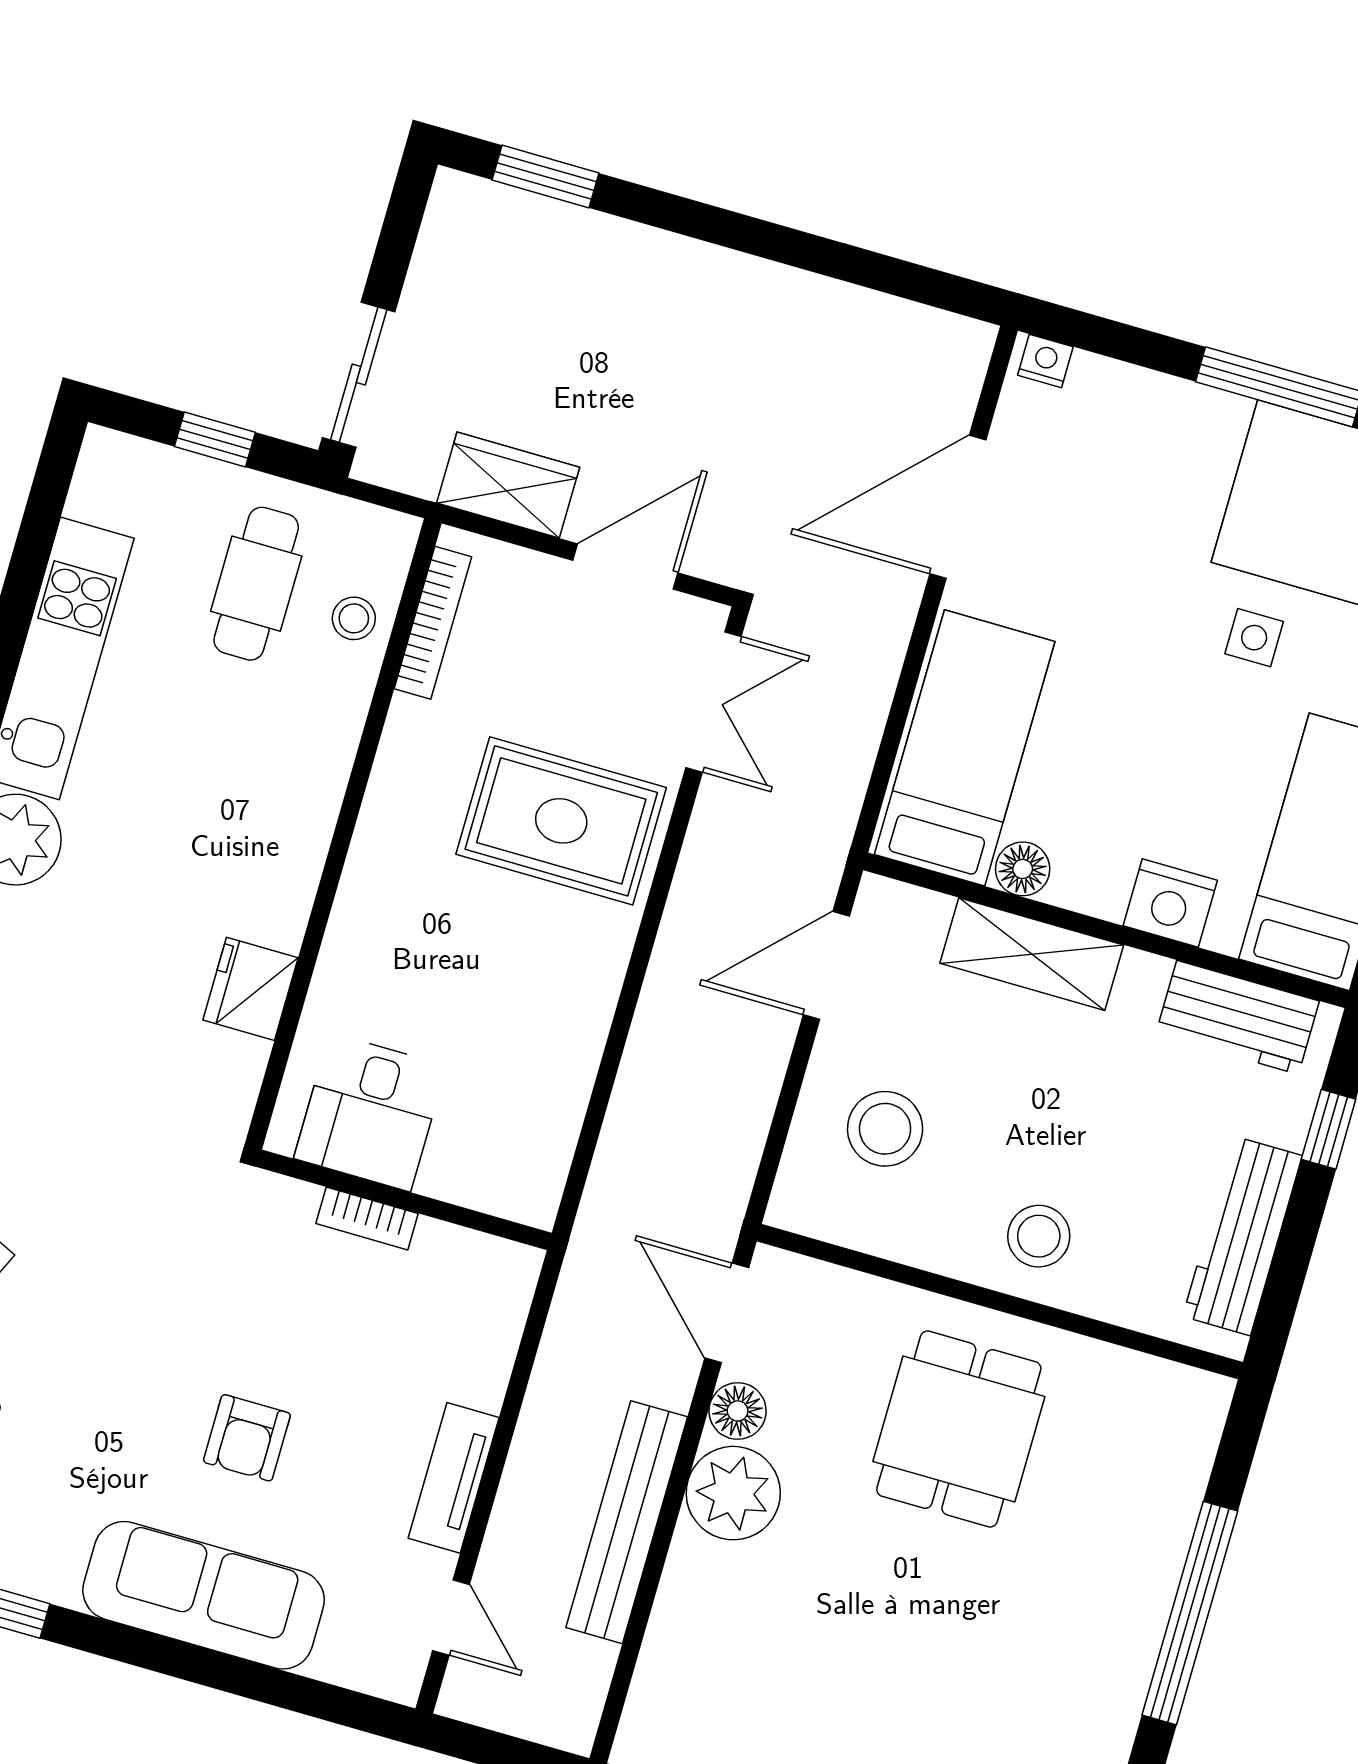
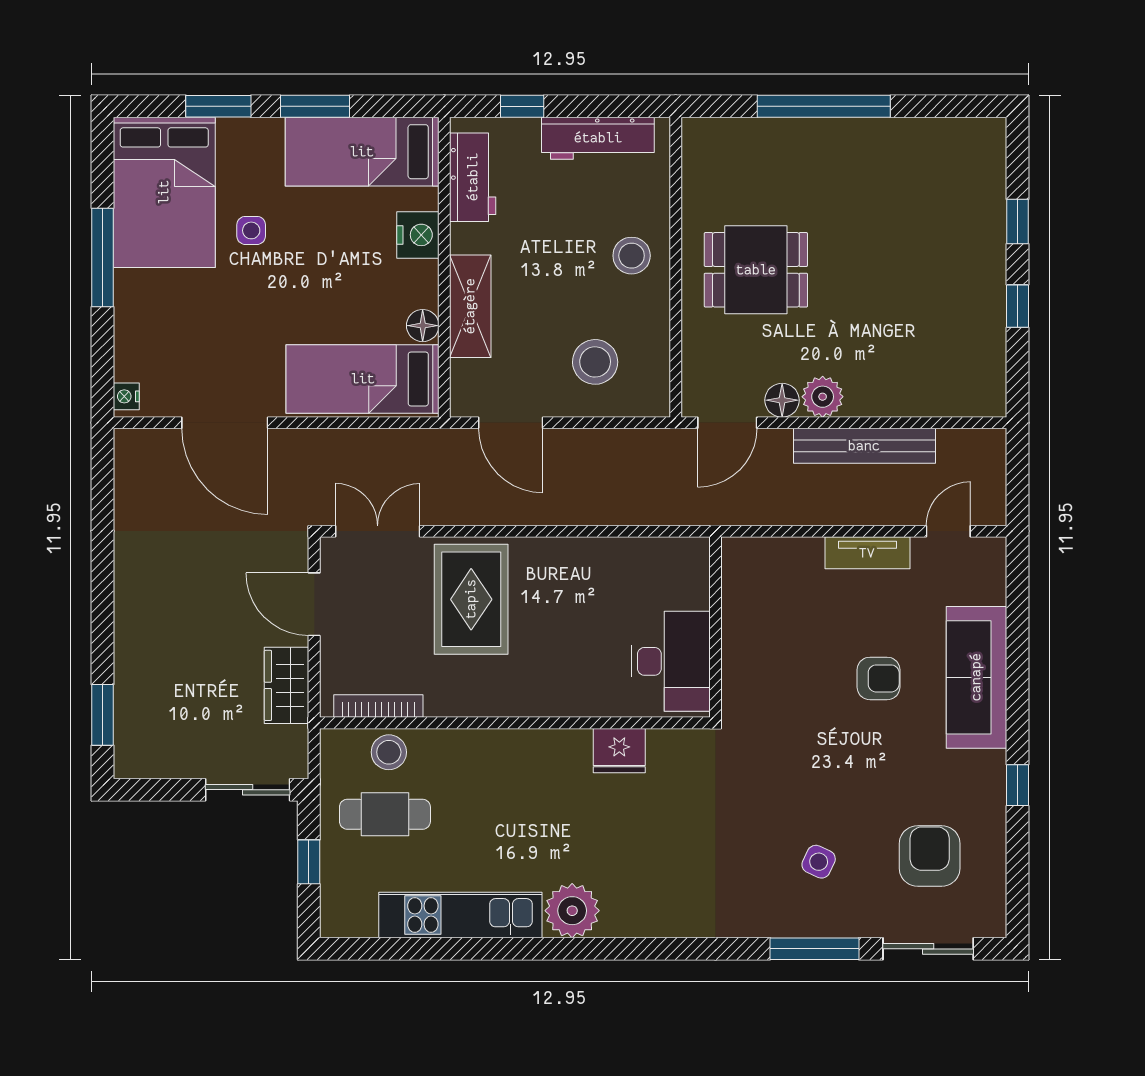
stool: (354, 618) -> (389, 752), width x1.37, depth x1.37
desk: (370, 1112) -> (671, 661), width x1.37
bookcase: (367, 1219) -> (732, 645), removed
plant: (733, 1493) -> (823, 397), width x0.73, depth x0.73

